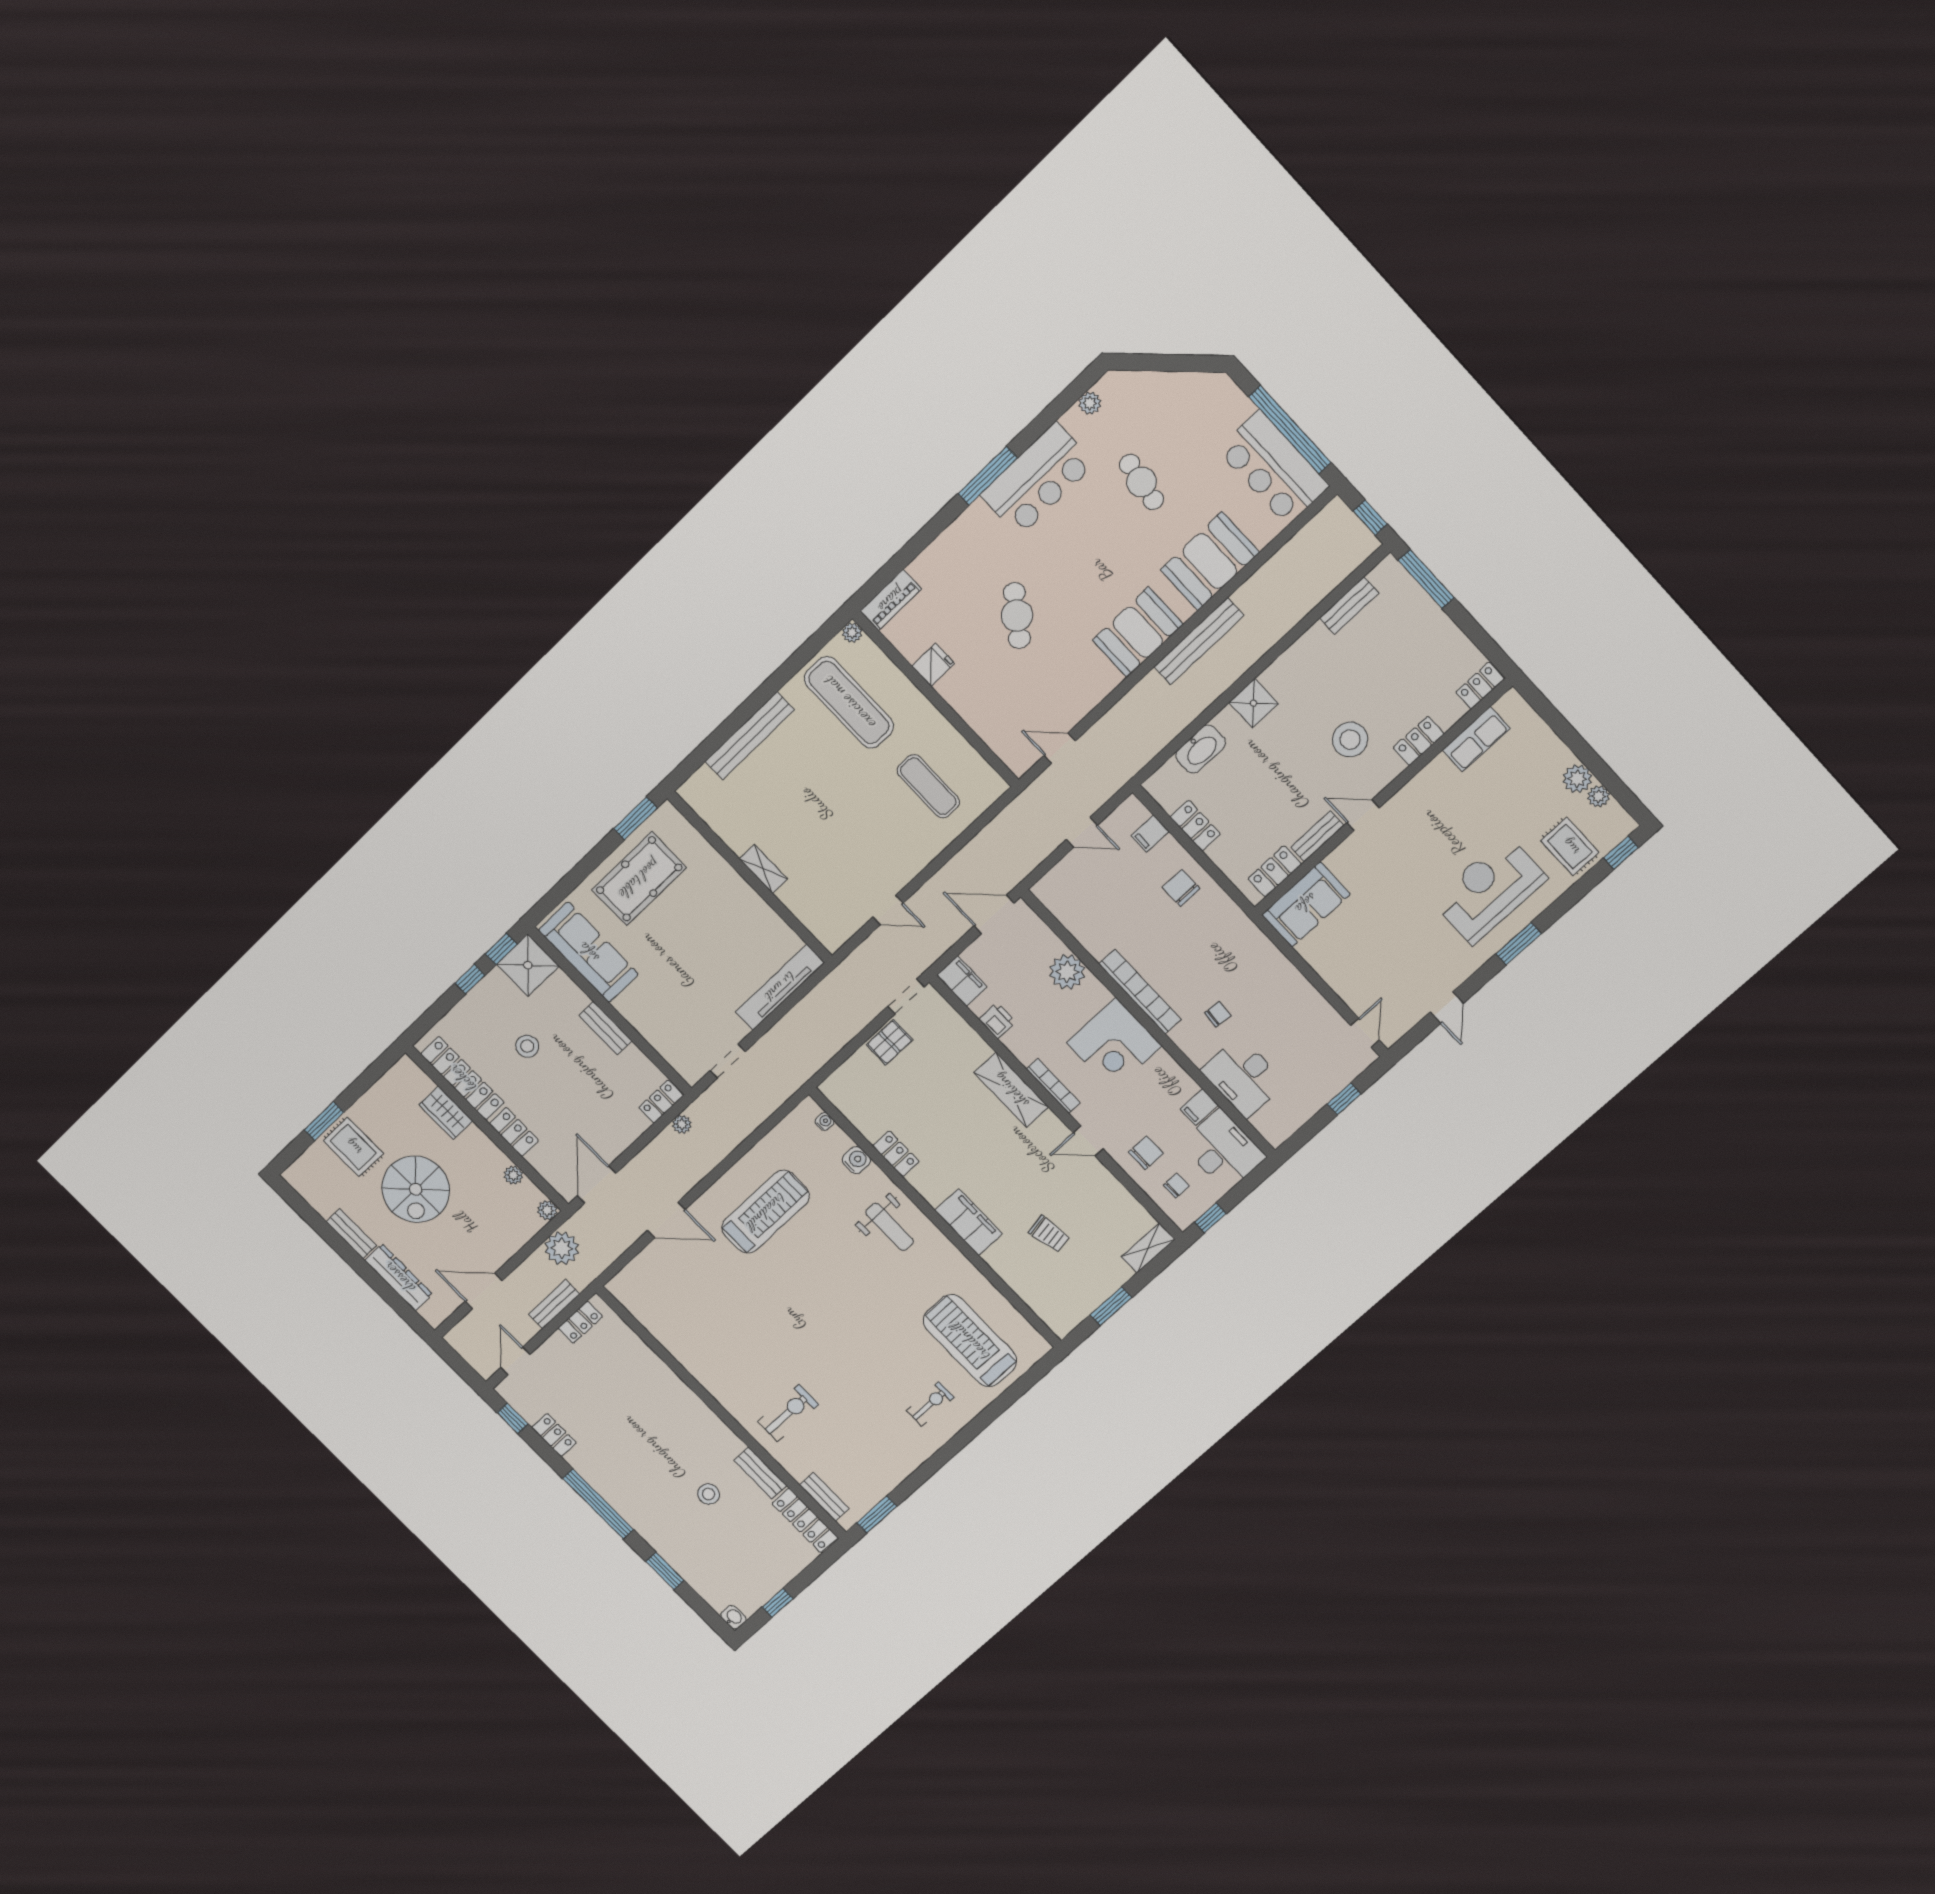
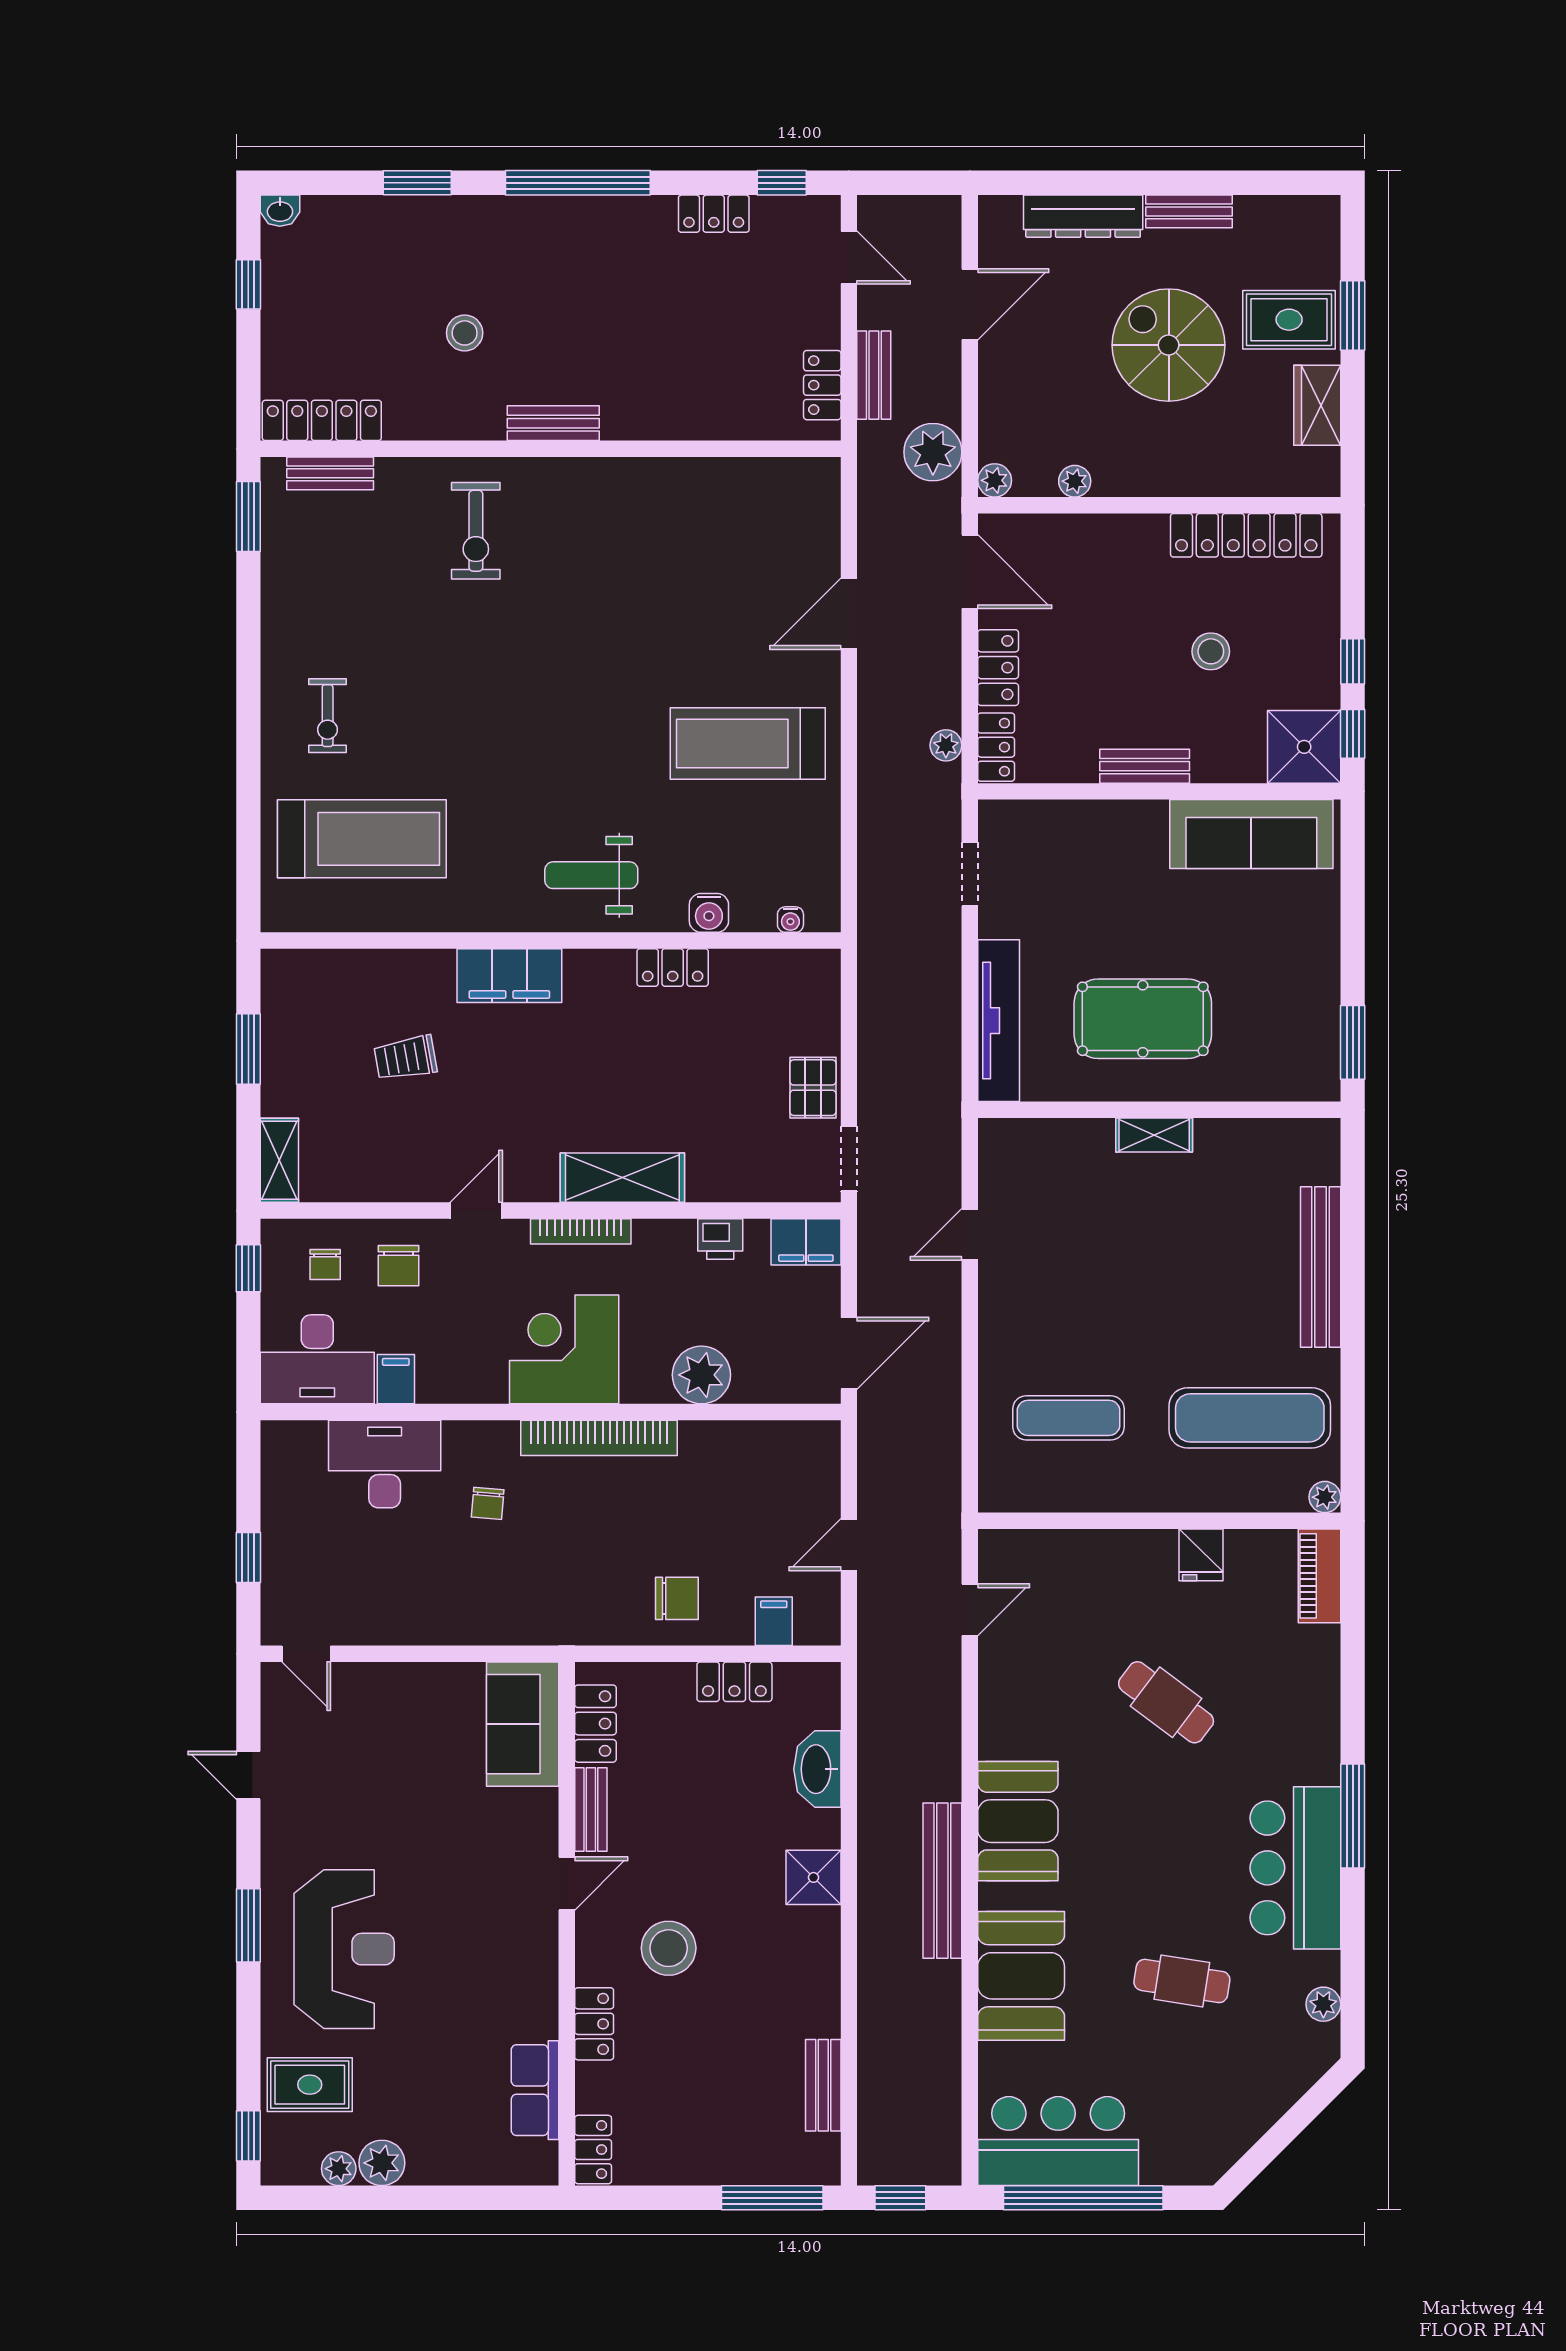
pool table: (639, 879) -> (1143, 1019), moved, turned 90
wardrobe: (446, 1113) -> (1317, 405), moved, turned -90
locker: (514, 1132) -> (998, 668), moved, turned -90
treadmill: (766, 1212) -> (748, 744), turned 90
bench: (760, 1473) -> (553, 423), moved

